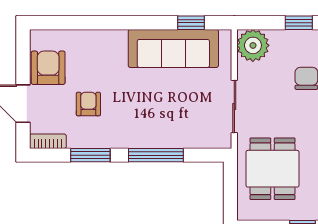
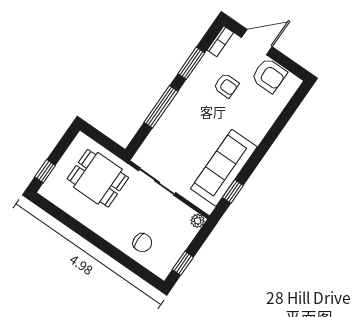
plant: (253, 45) -> (198, 221), width x0.53, depth x0.53

